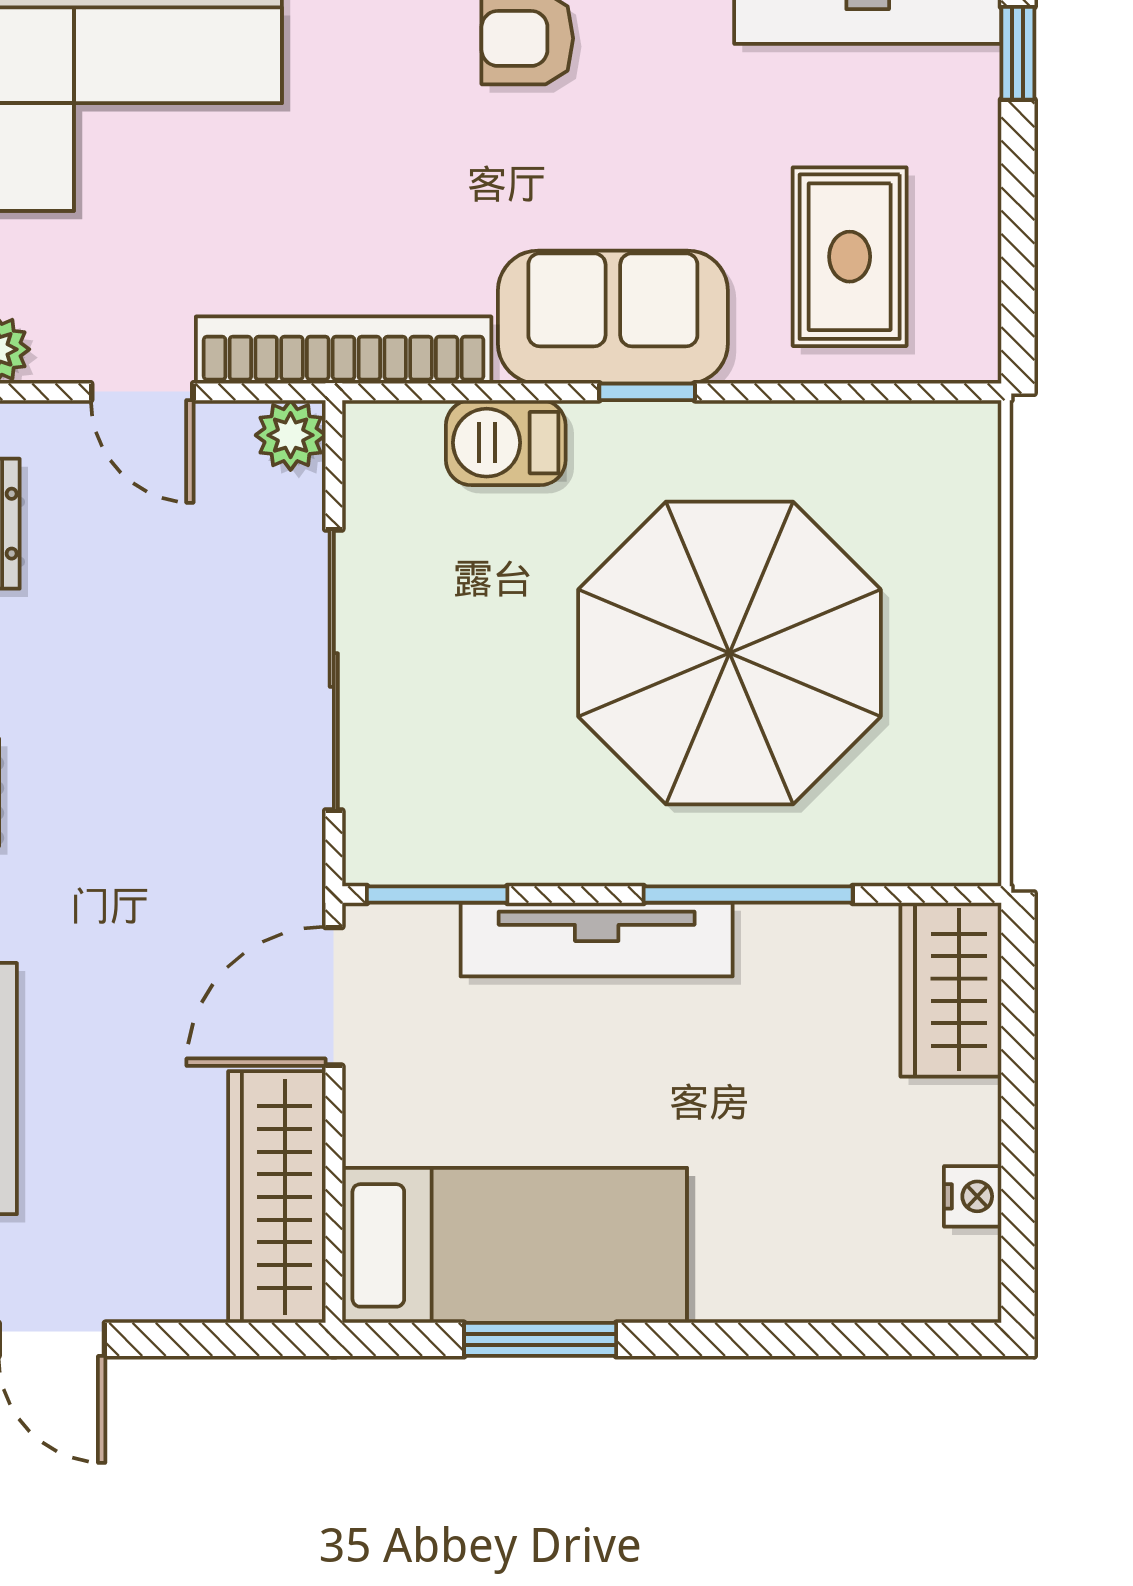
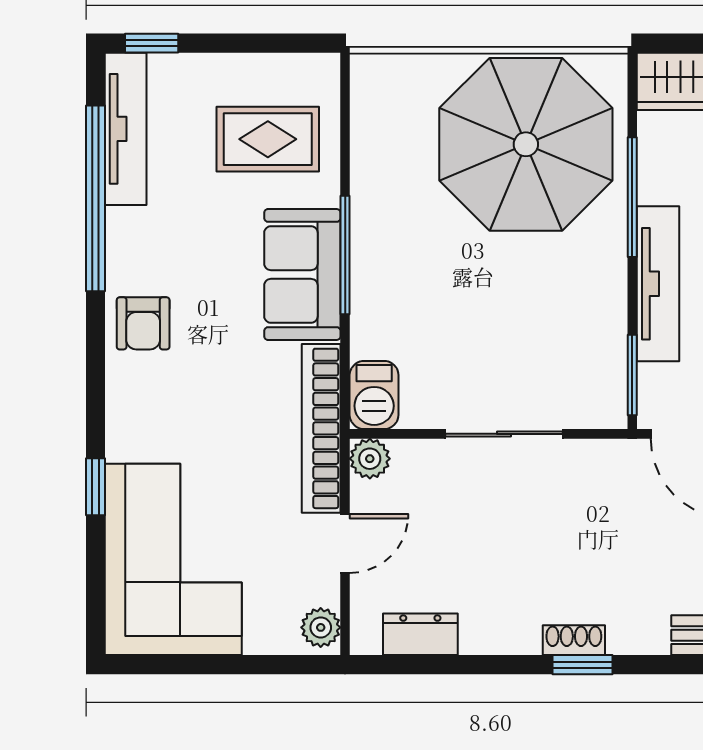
window: (647, 392) -> (345, 255), width x2.17
barbecue: (506, 443) -> (374, 395), moved
parasol: (729, 653) -> (526, 144), moved
sliding door: (334, 670) -> (504, 434), width x0.73

